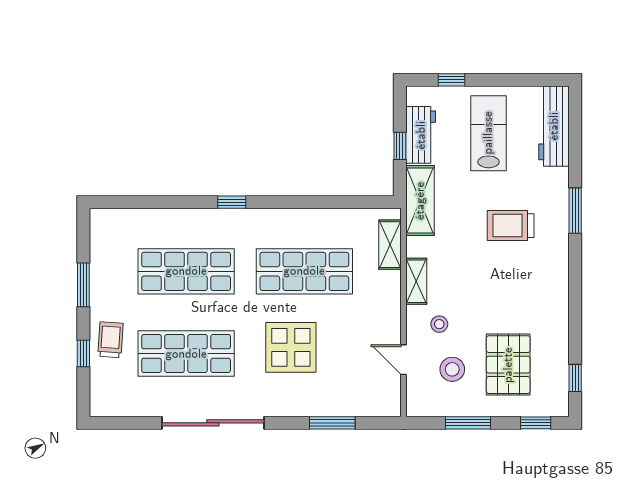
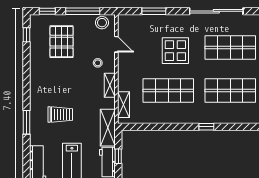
stool: (452, 369) -> (102, 23), moved
window: (468, 423) -> (83, 11), width x1.44

